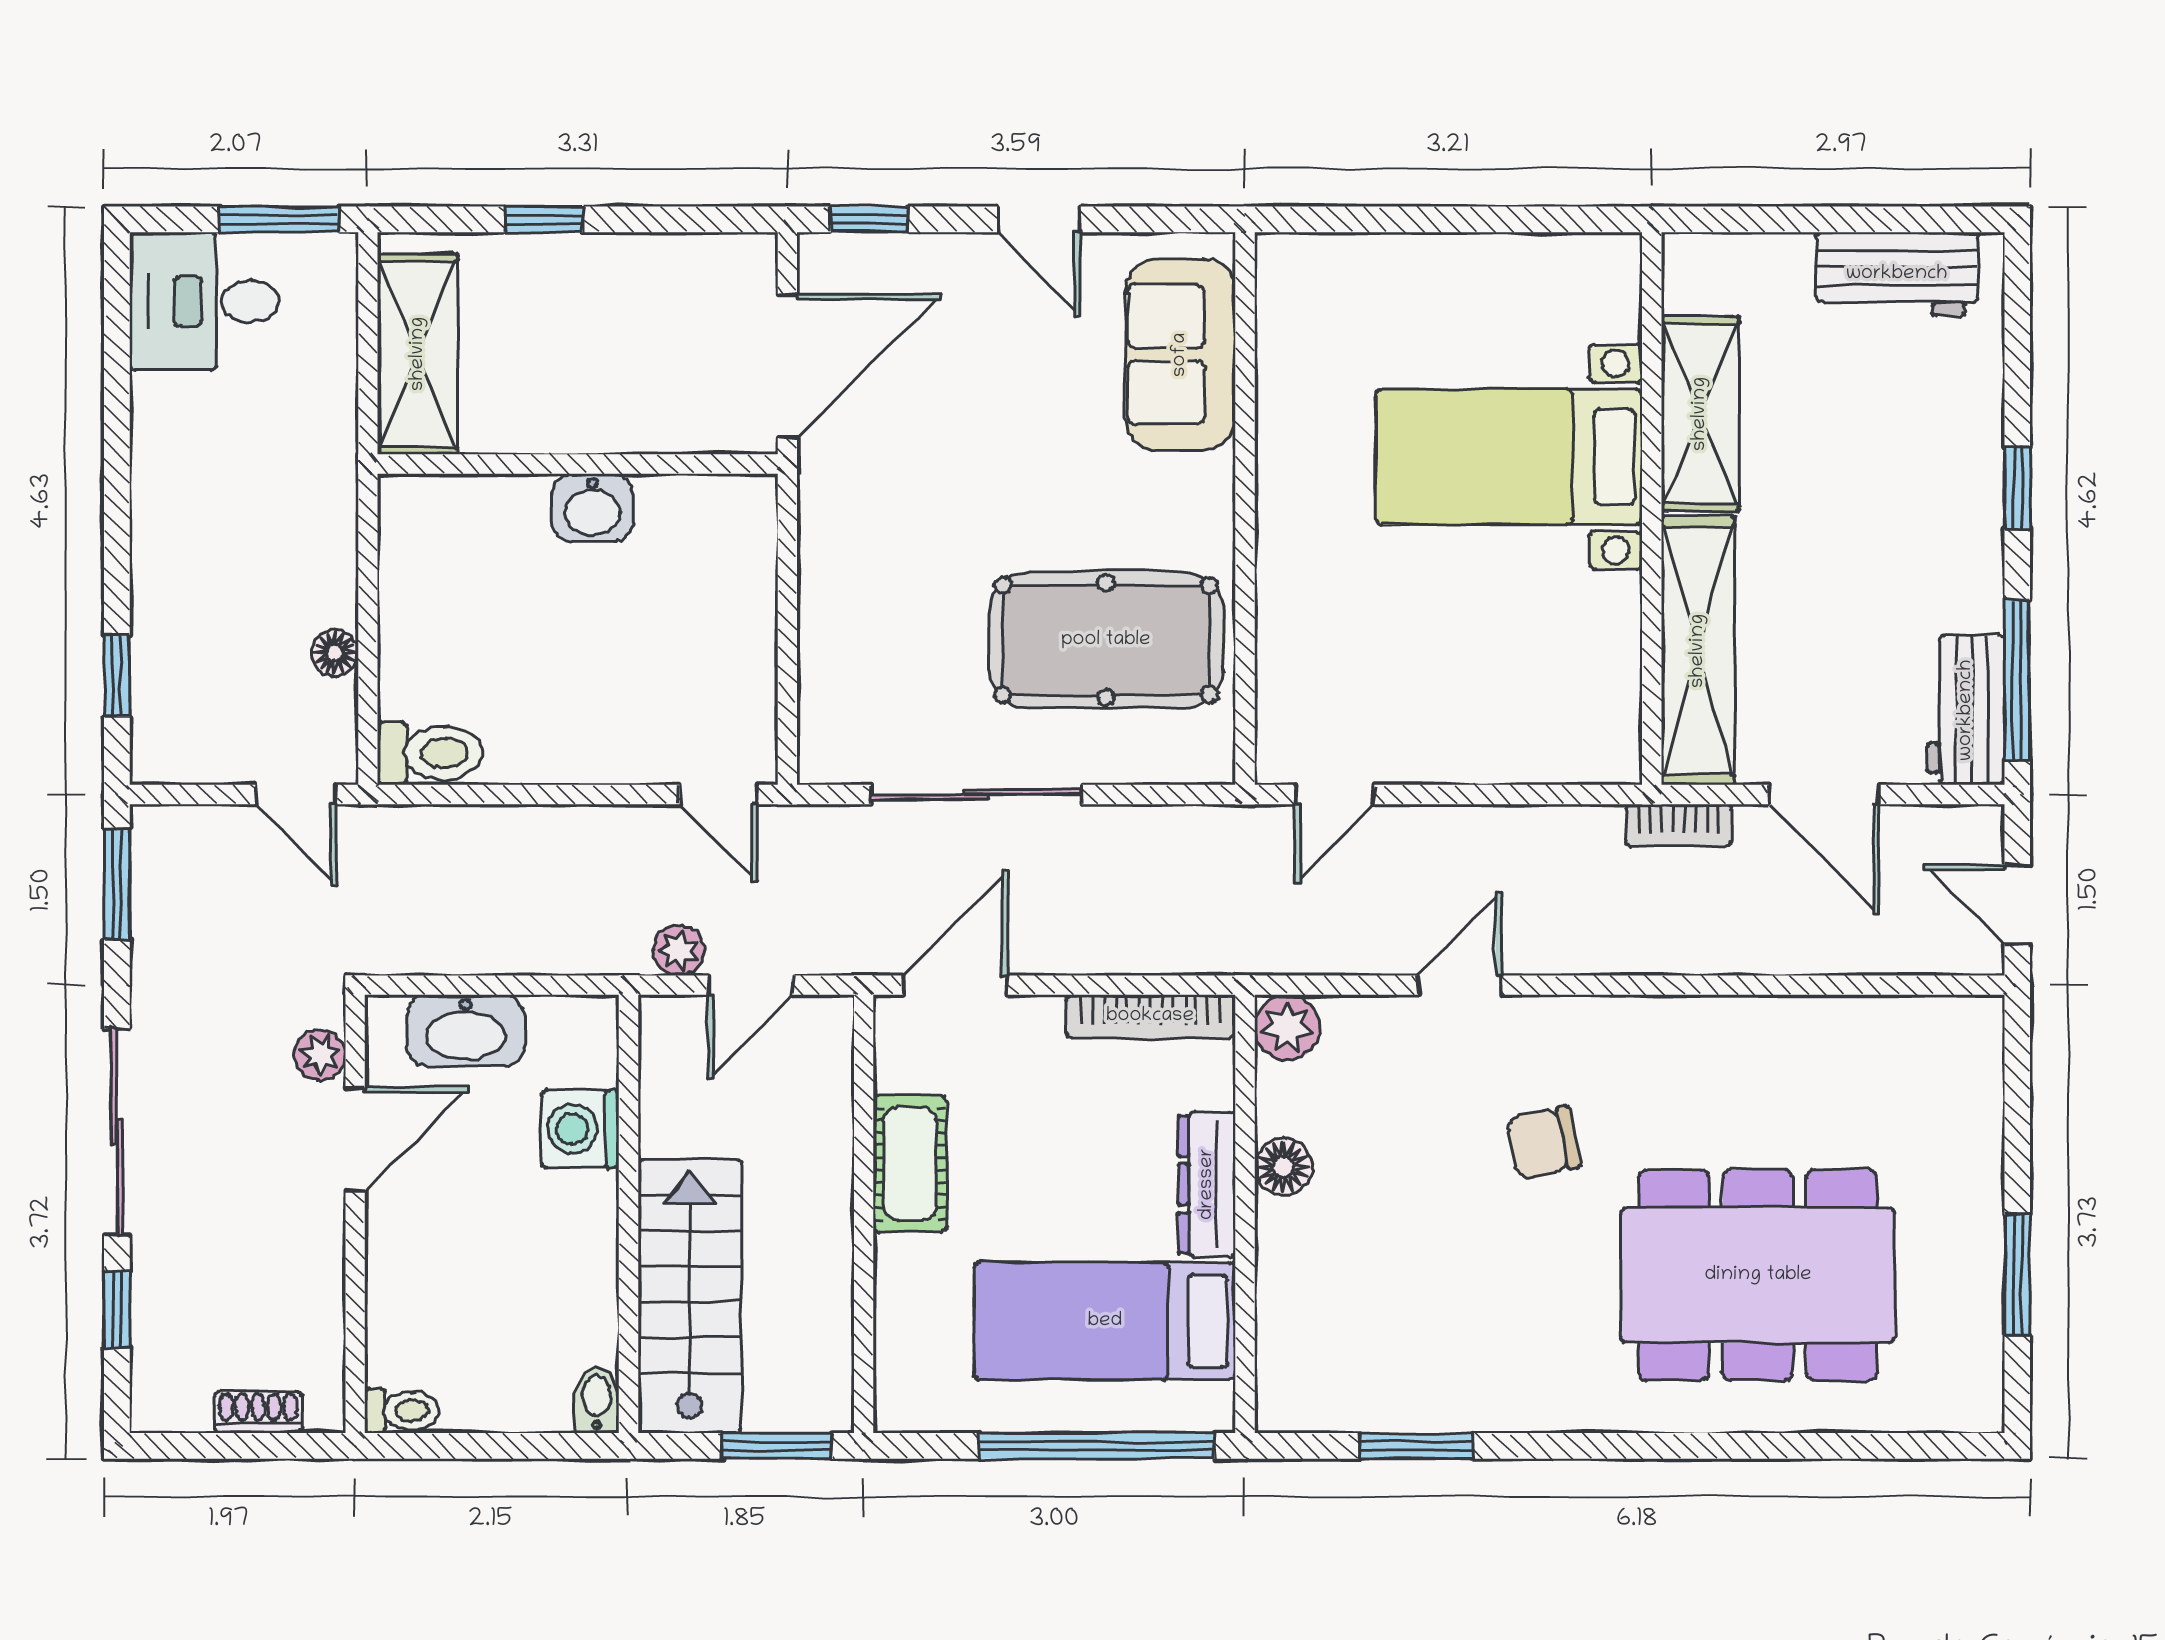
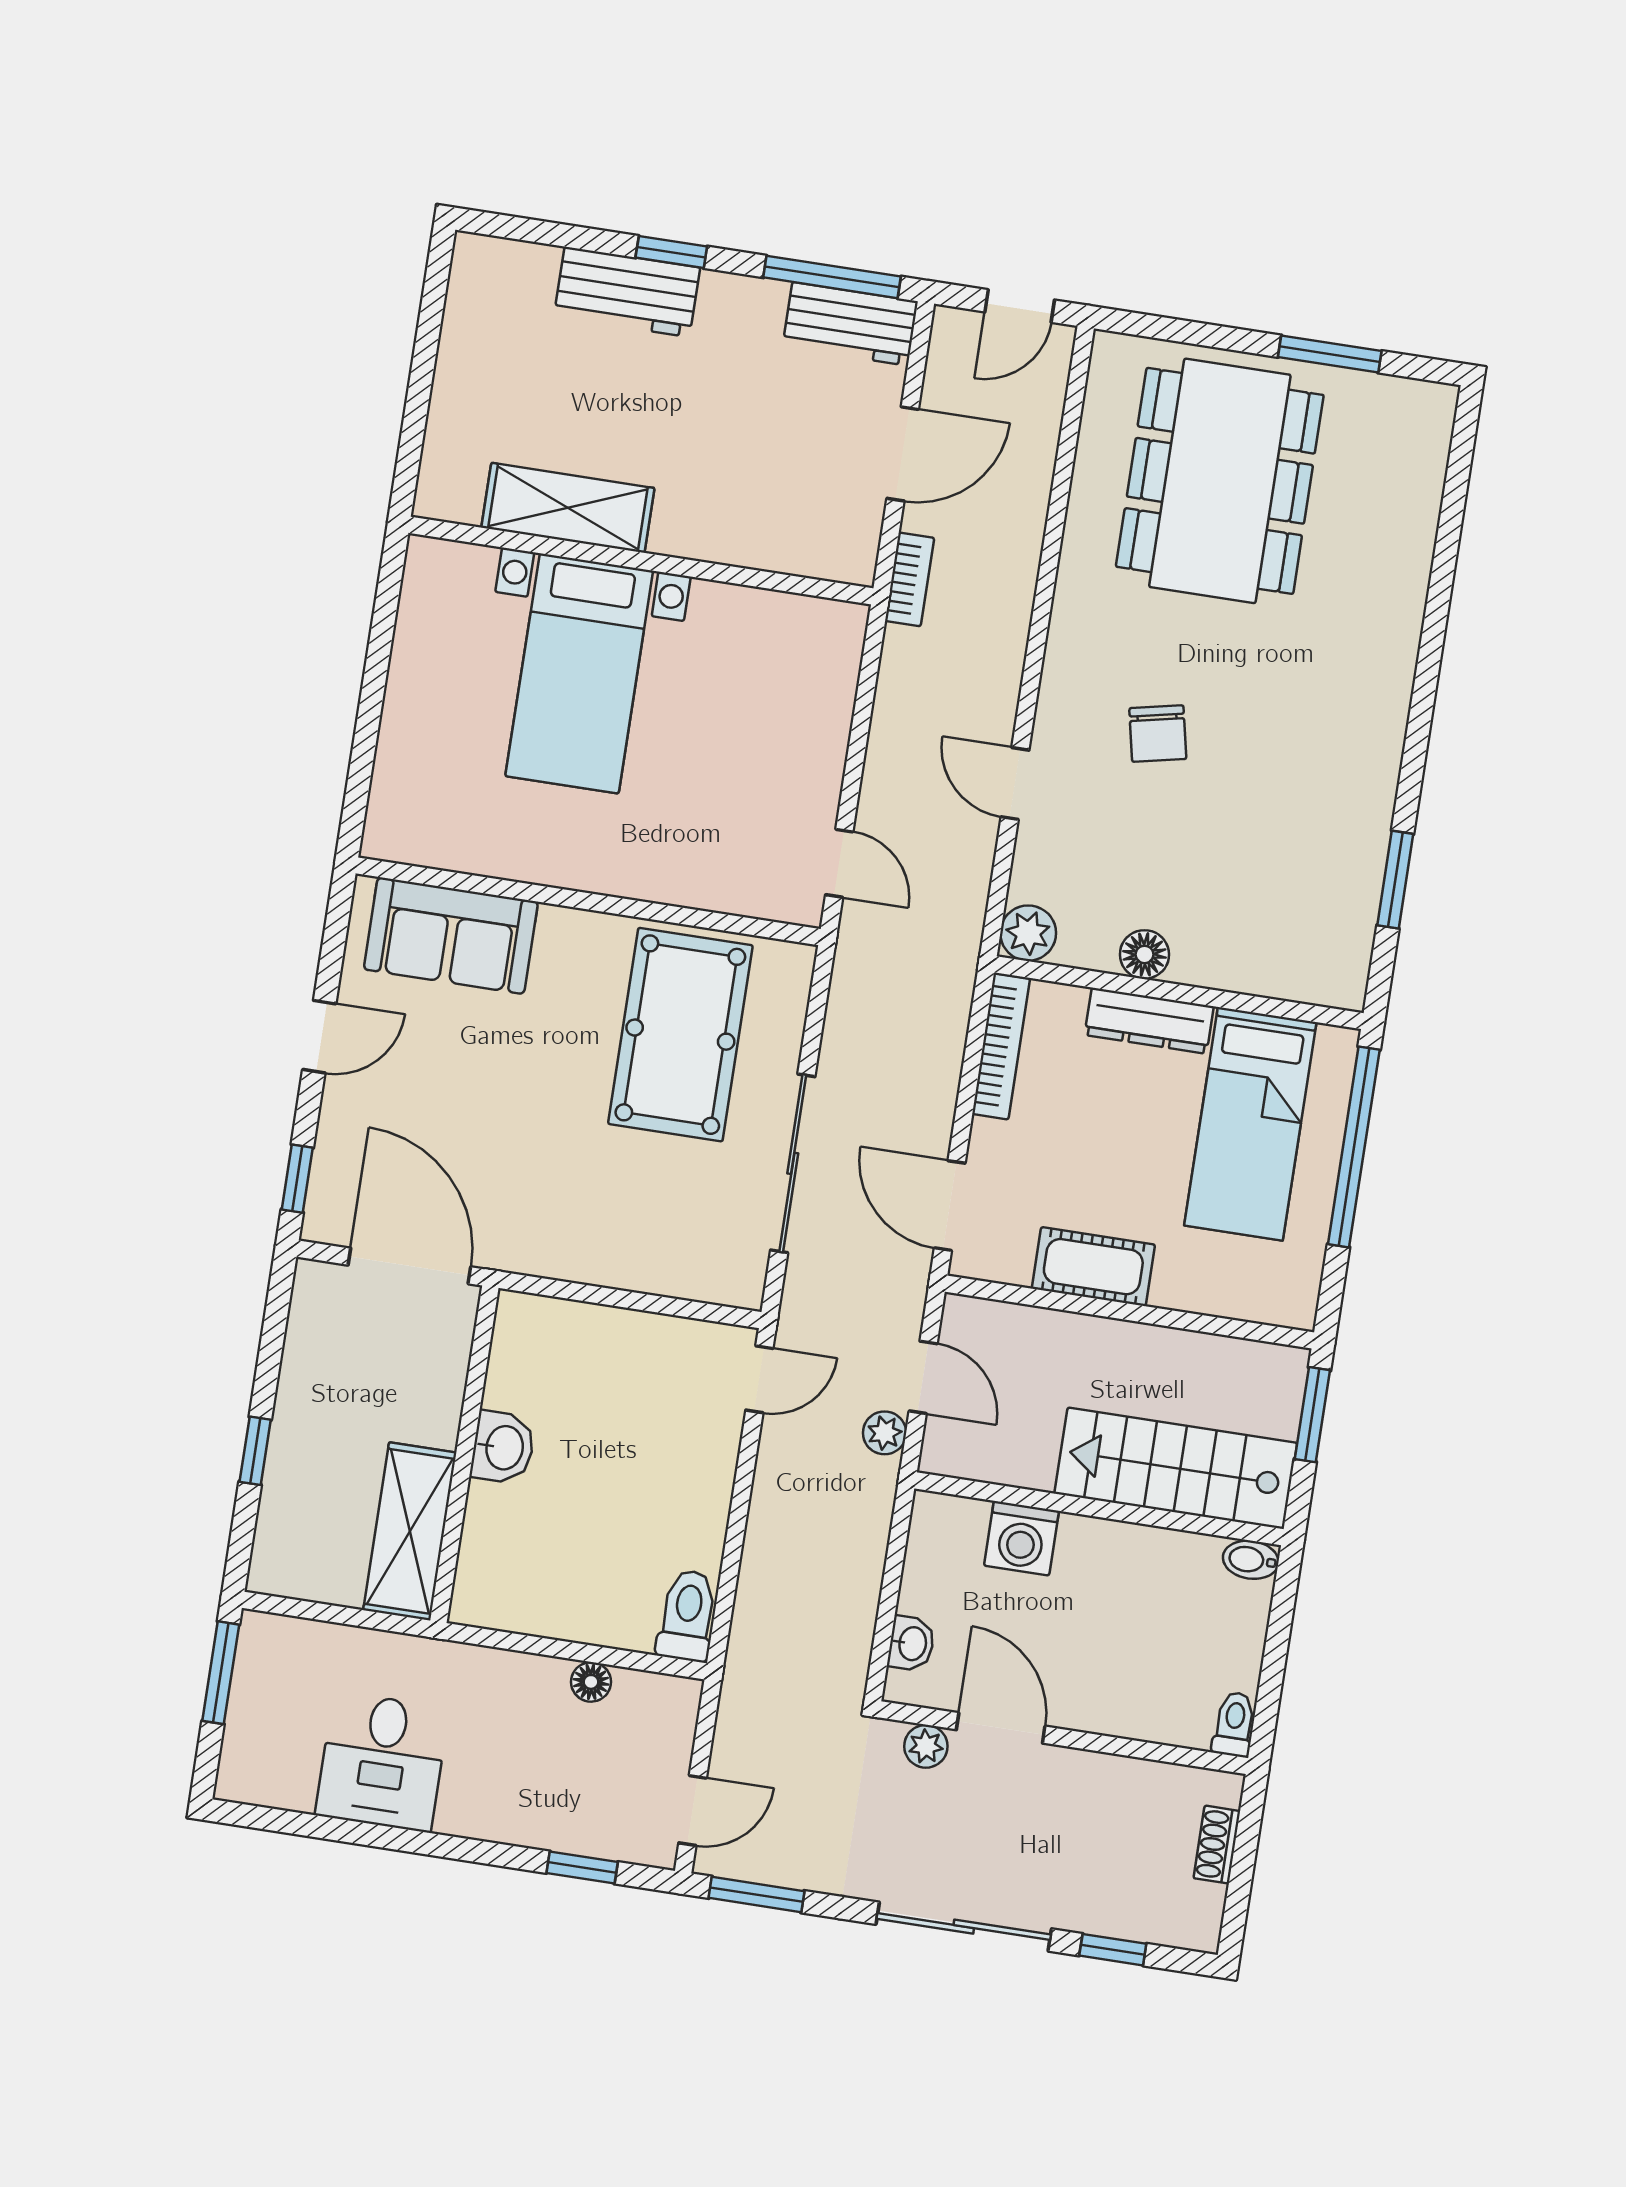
workbench: (1897, 274) -> (627, 292), moved, turned 90
desk: (204, 301) -> (382, 1762), moved
shelving: (418, 354) -> (410, 1531), moved, turned 90
shelving: (1698, 651) -> (766, 540), removed
door: (296, 794) -> (693, 1810), moved
washbasin: (466, 1031) -> (911, 1643), width x0.52, depth x0.69
dining table: (1758, 1275) -> (1220, 481), moved

